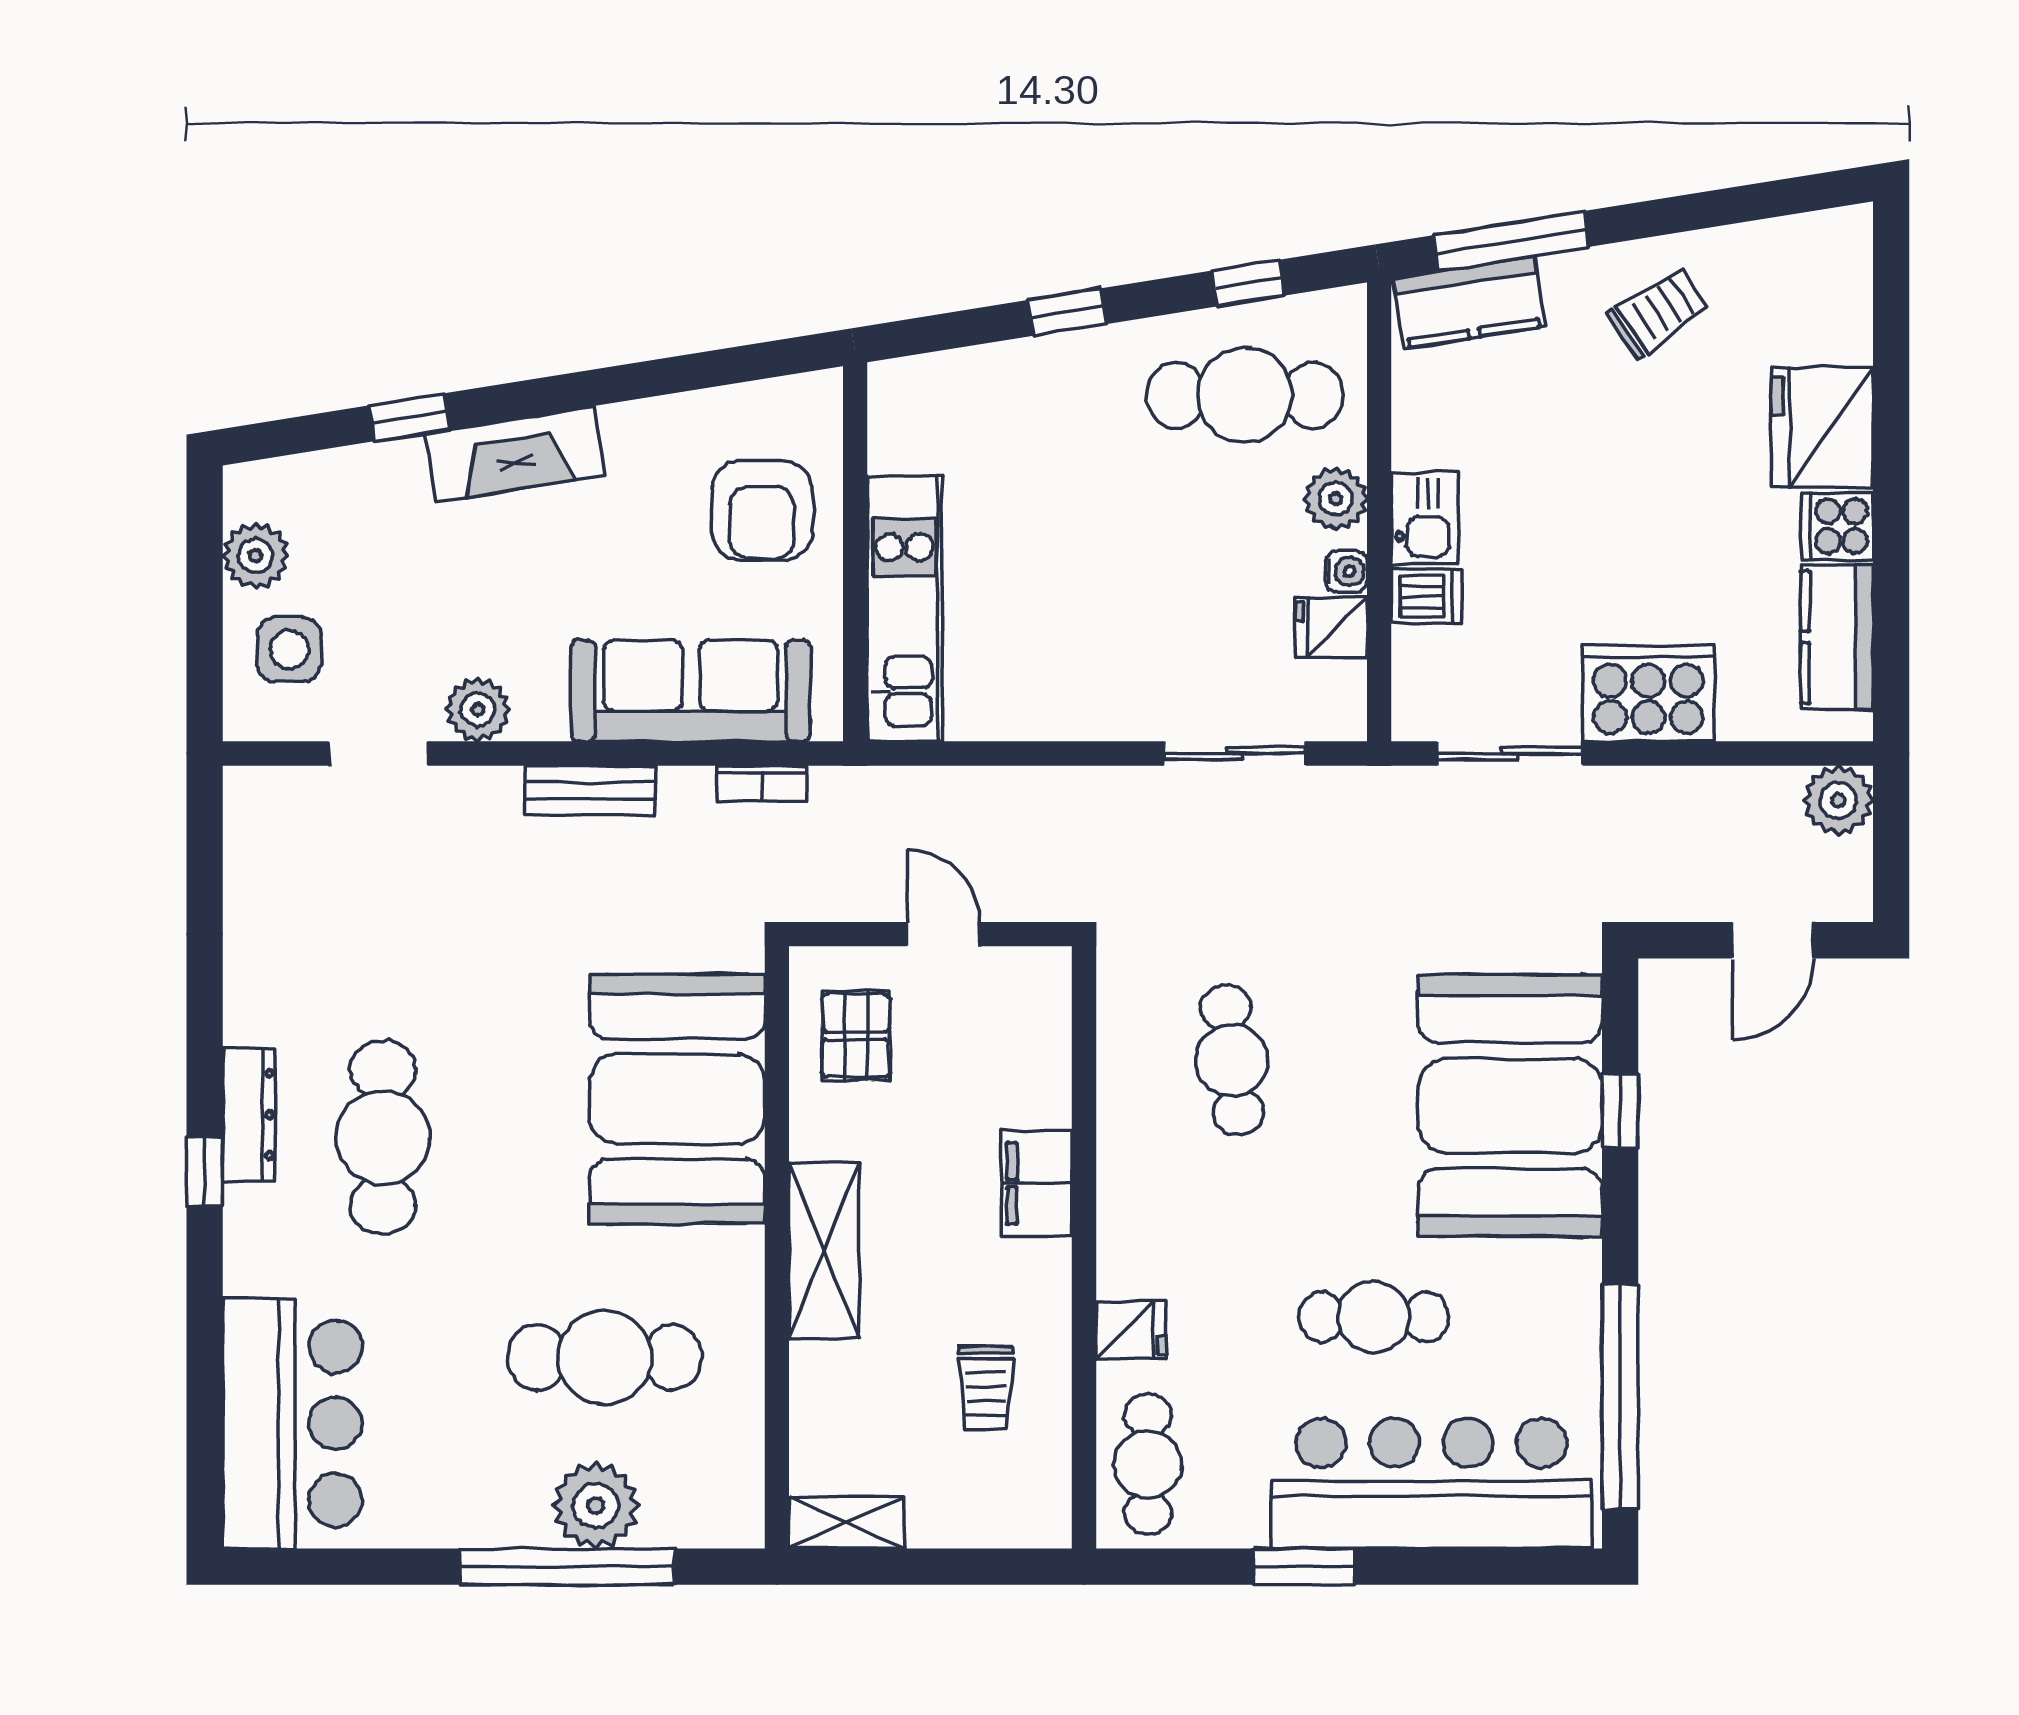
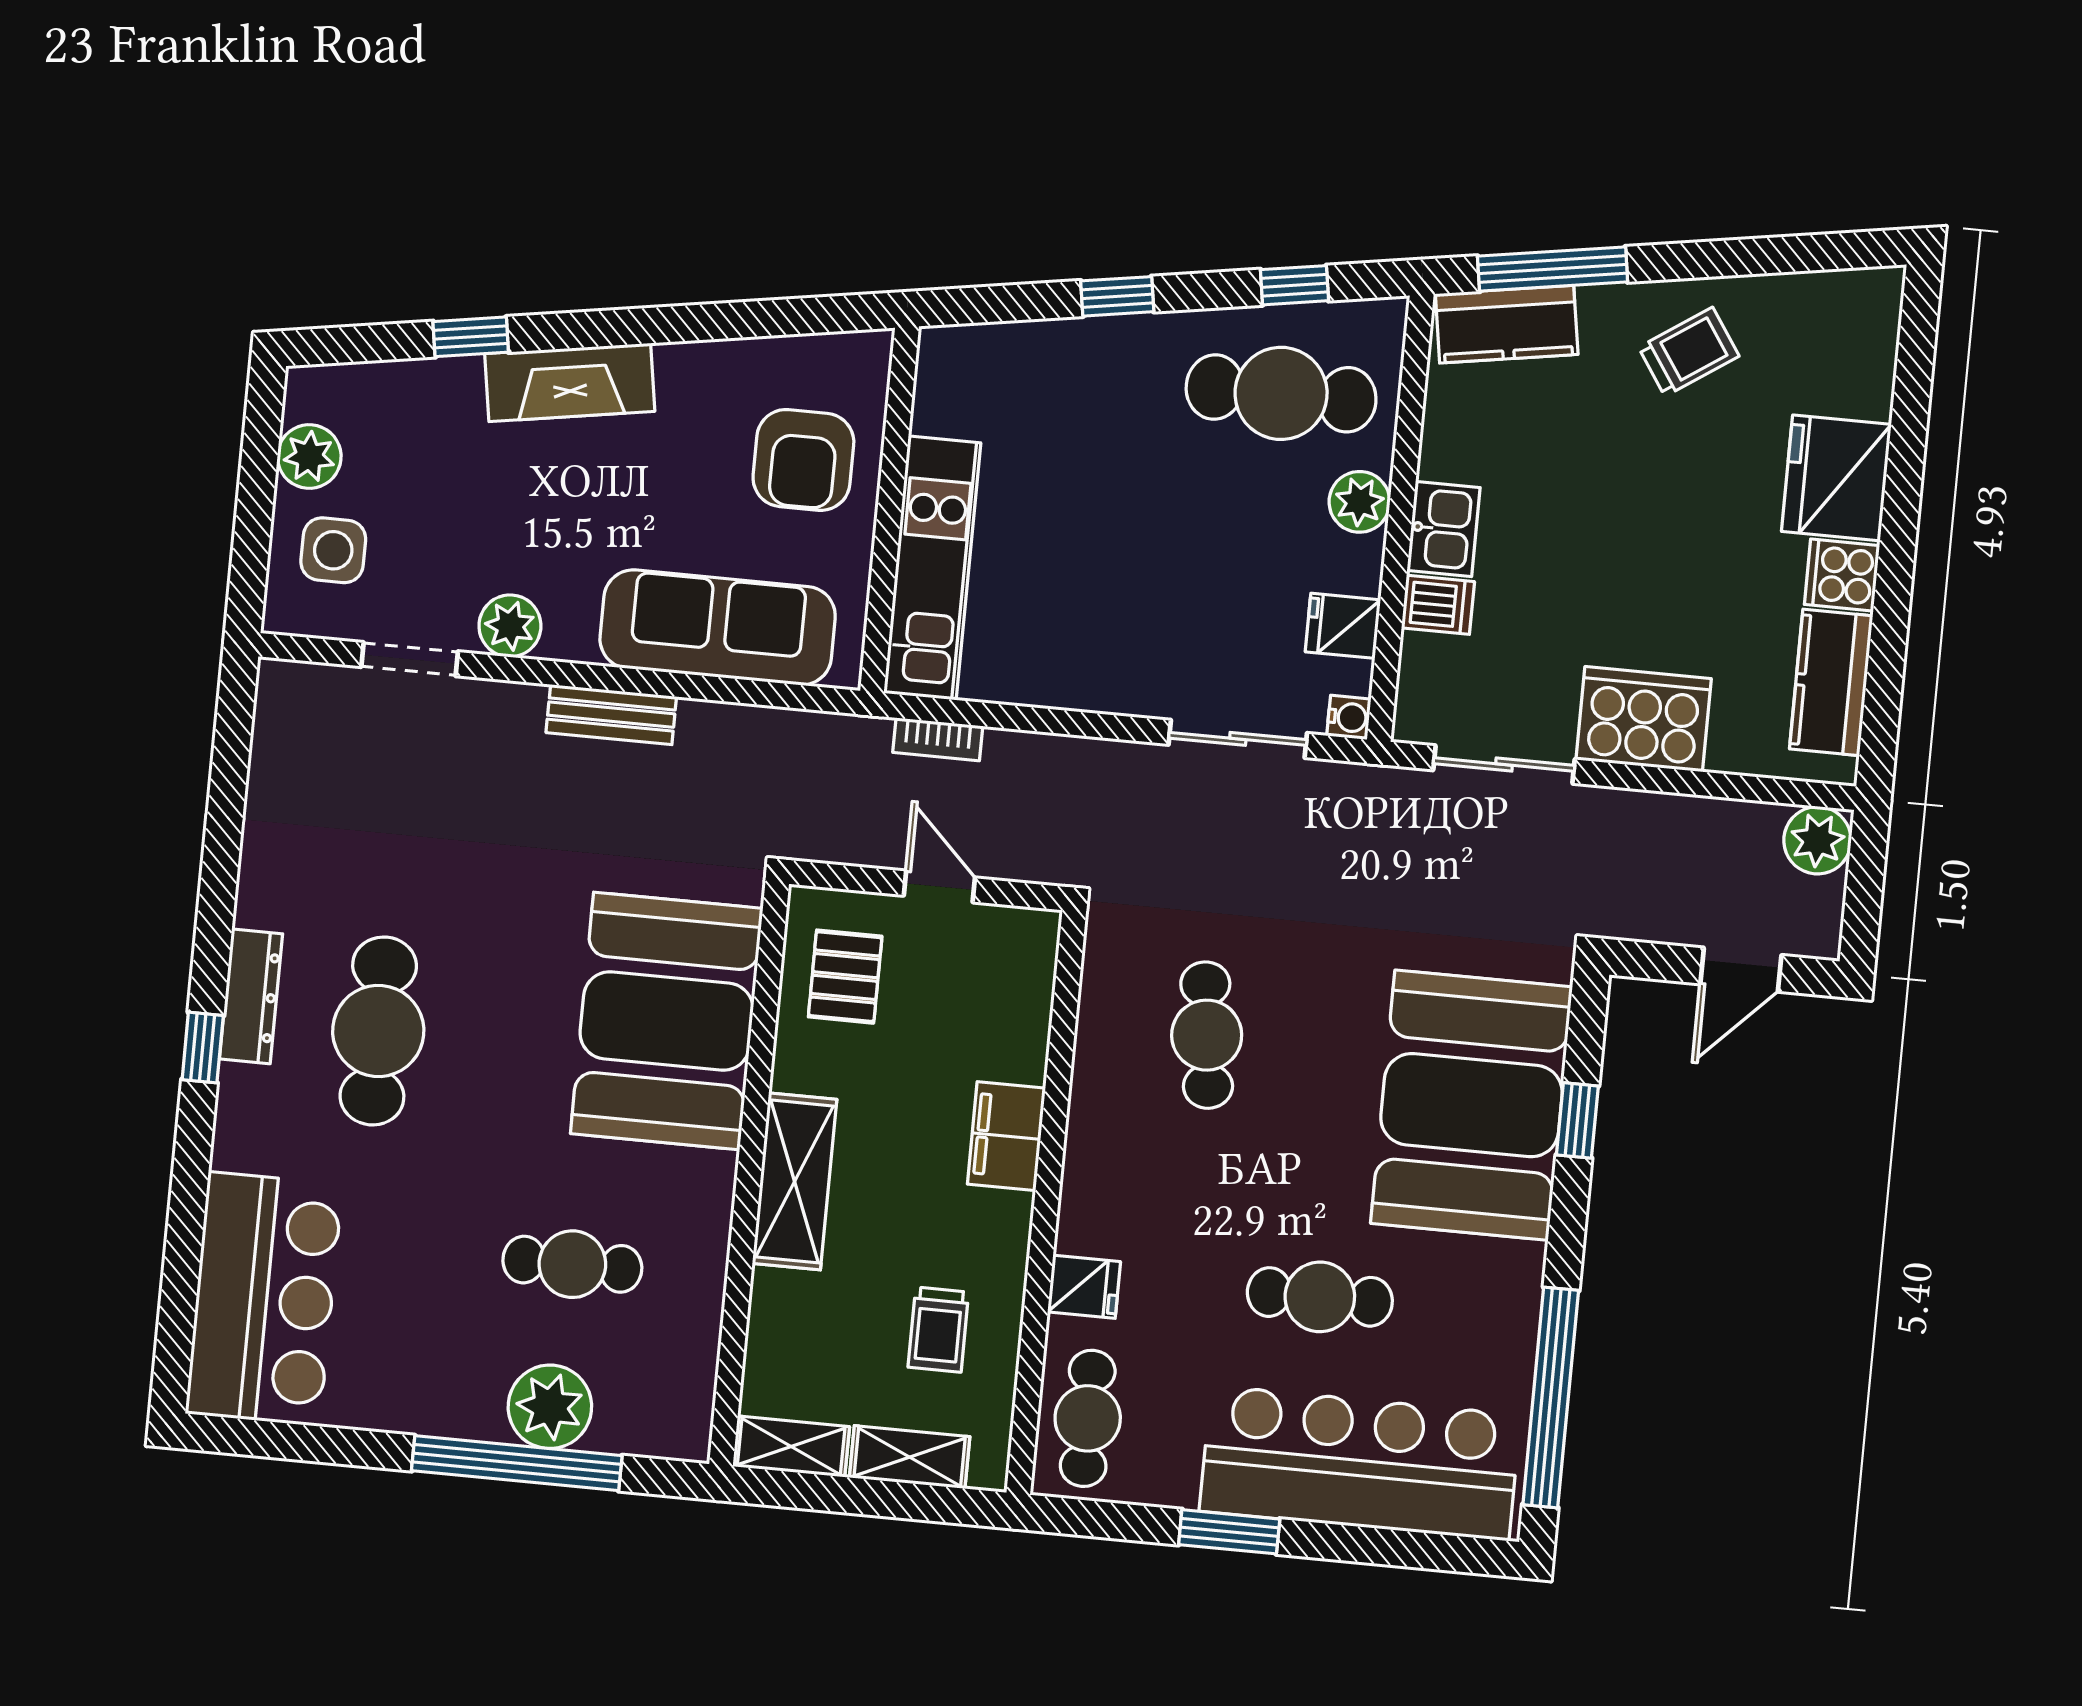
water cooler: (1346, 571) -> (1349, 717), moved
bookcase: (762, 783) -> (938, 739), moved
cafe table: (605, 1357) -> (572, 1264), width x0.73, depth x0.74
shelving: (969, 1522) -> (910, 1457), added

